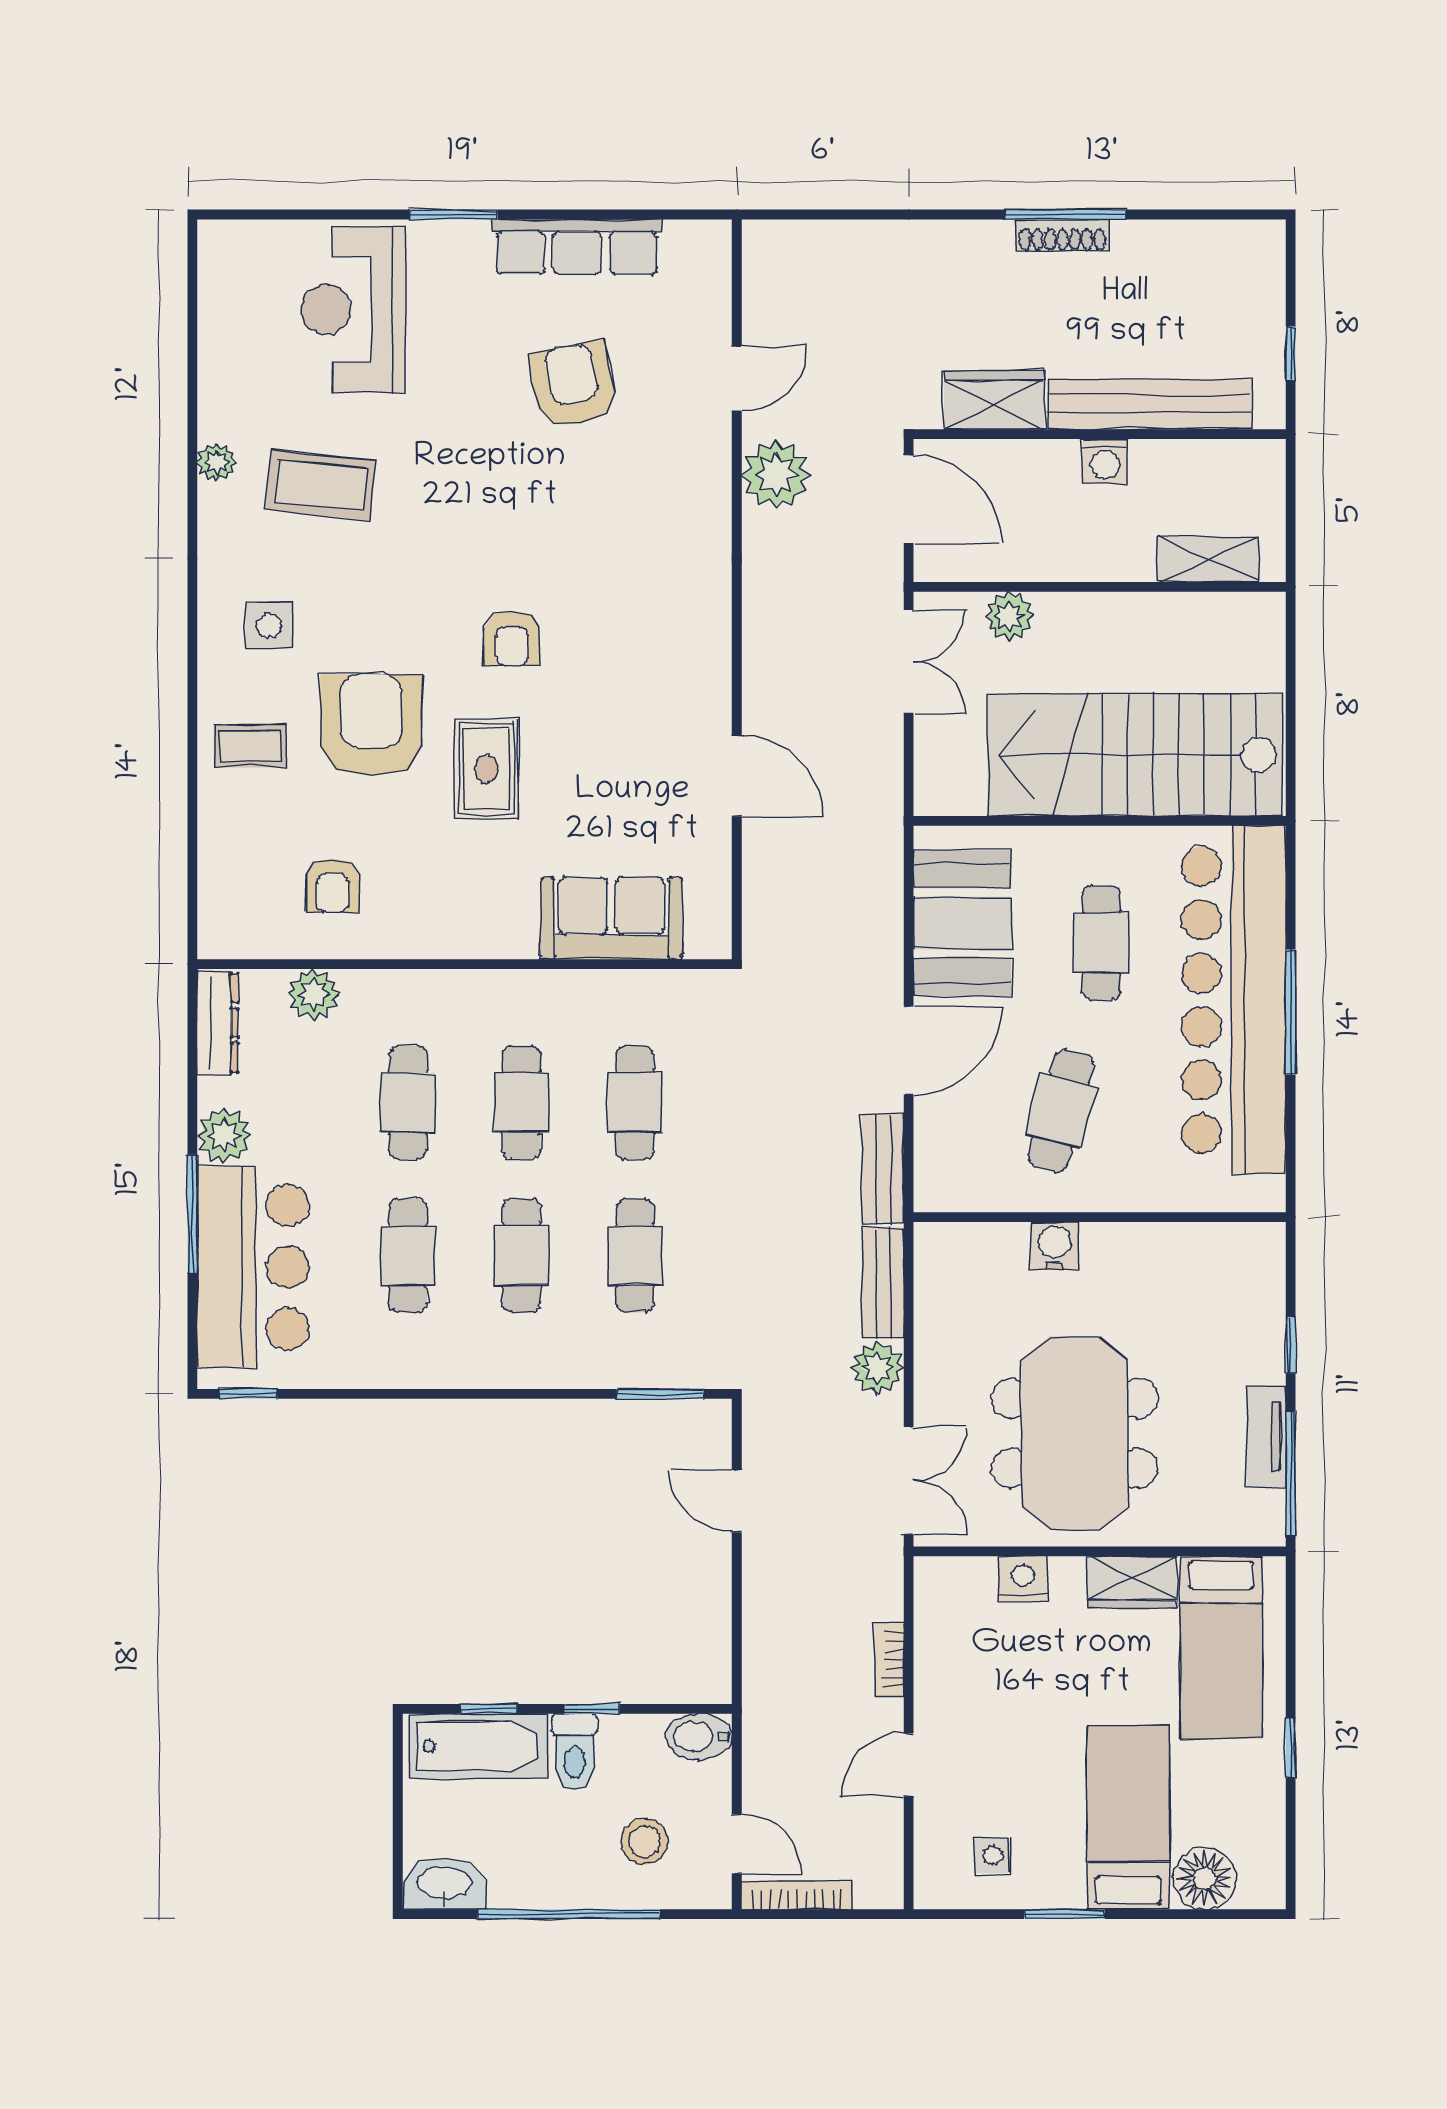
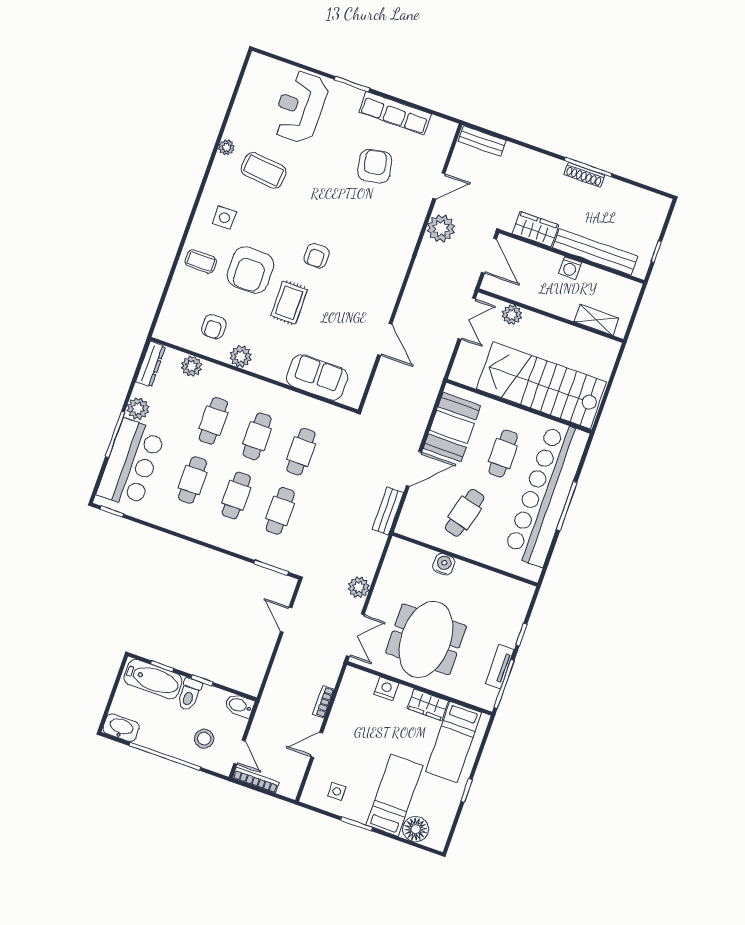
armchair: (371, 725) -> (250, 270), turned 180
plant: (419, 932) -> (241, 356), added
bench: (883, 1283) -> (482, 141), moved, turned 90

